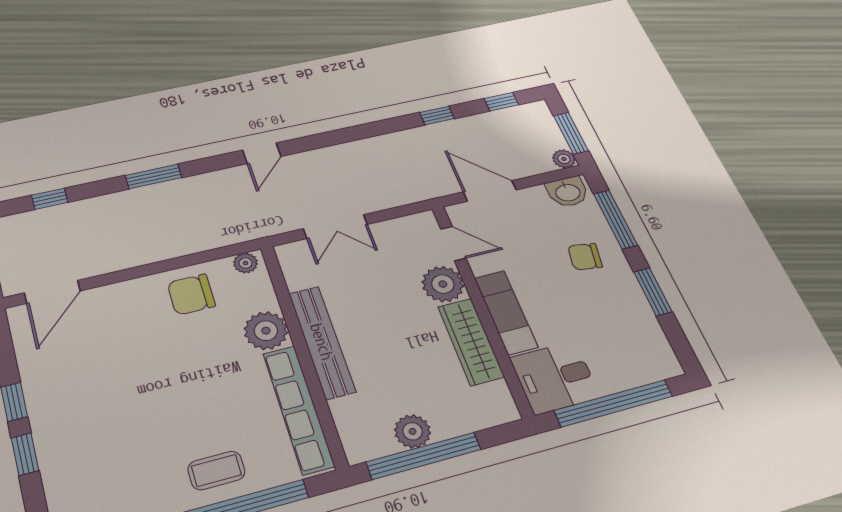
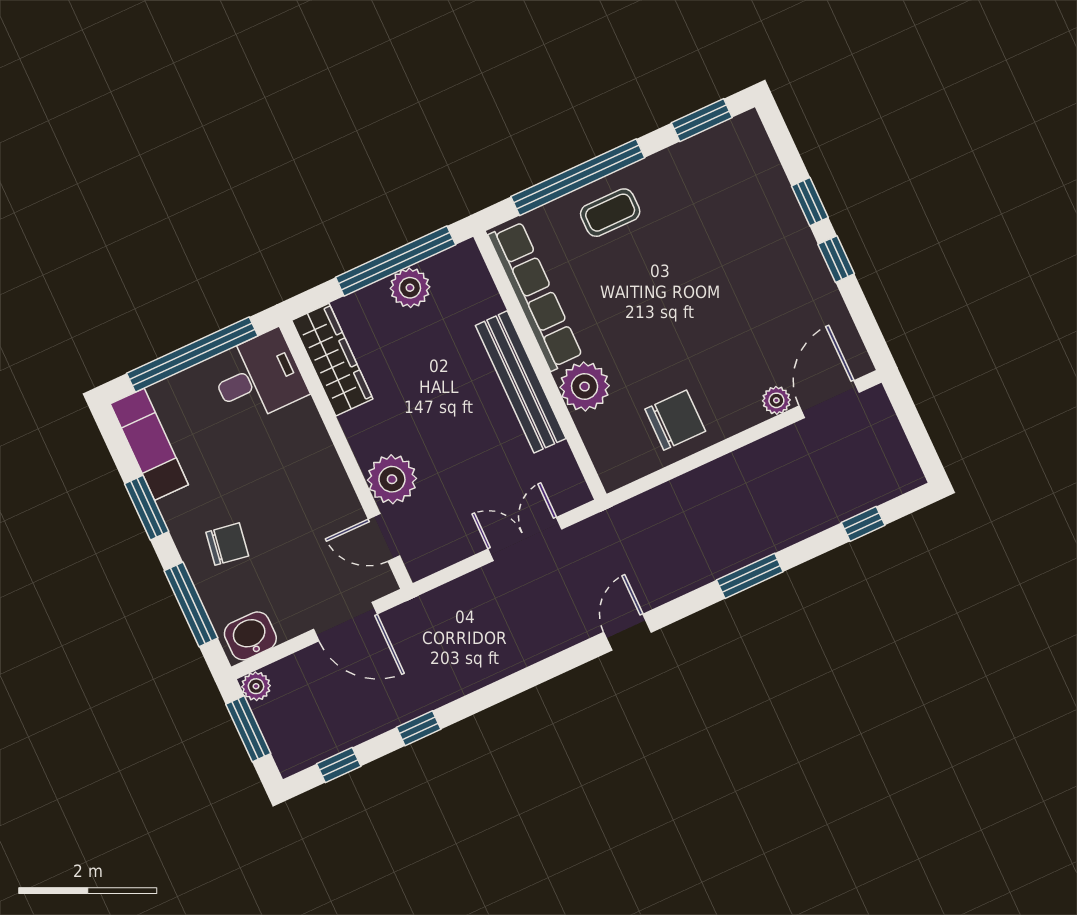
plant: (246, 263) -> (776, 400), moved
exam couch: (506, 312) -> (149, 444), moved, turned 180
wardrobe: (471, 342) -> (332, 360), moved

